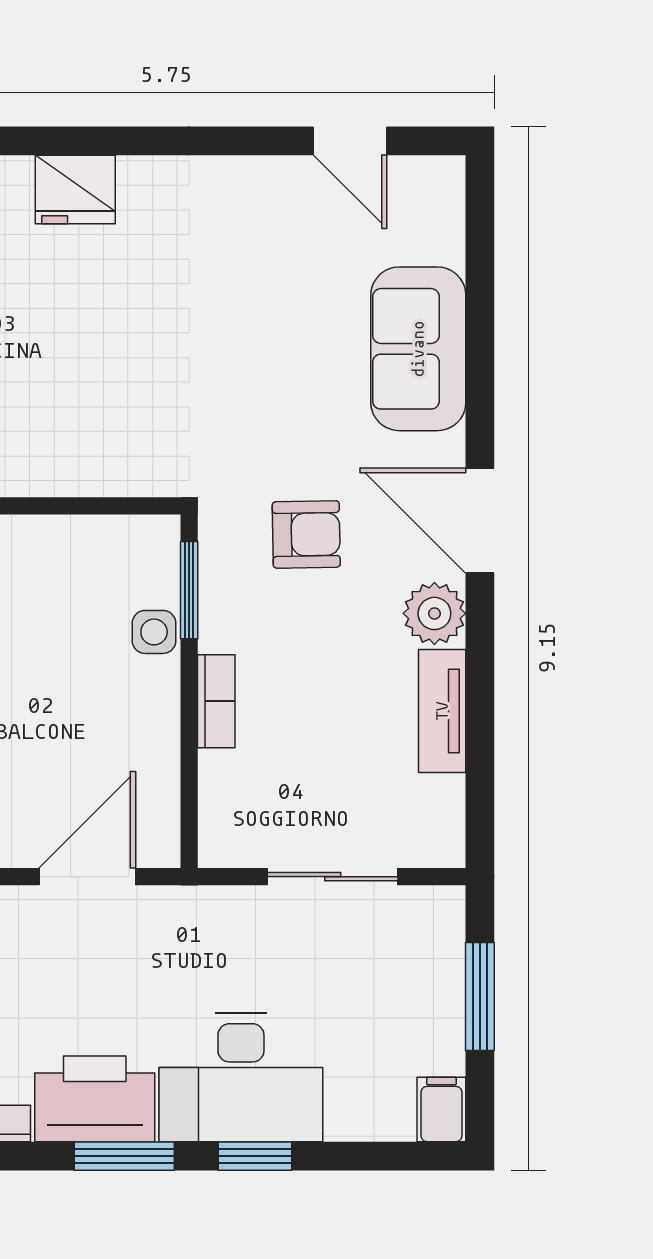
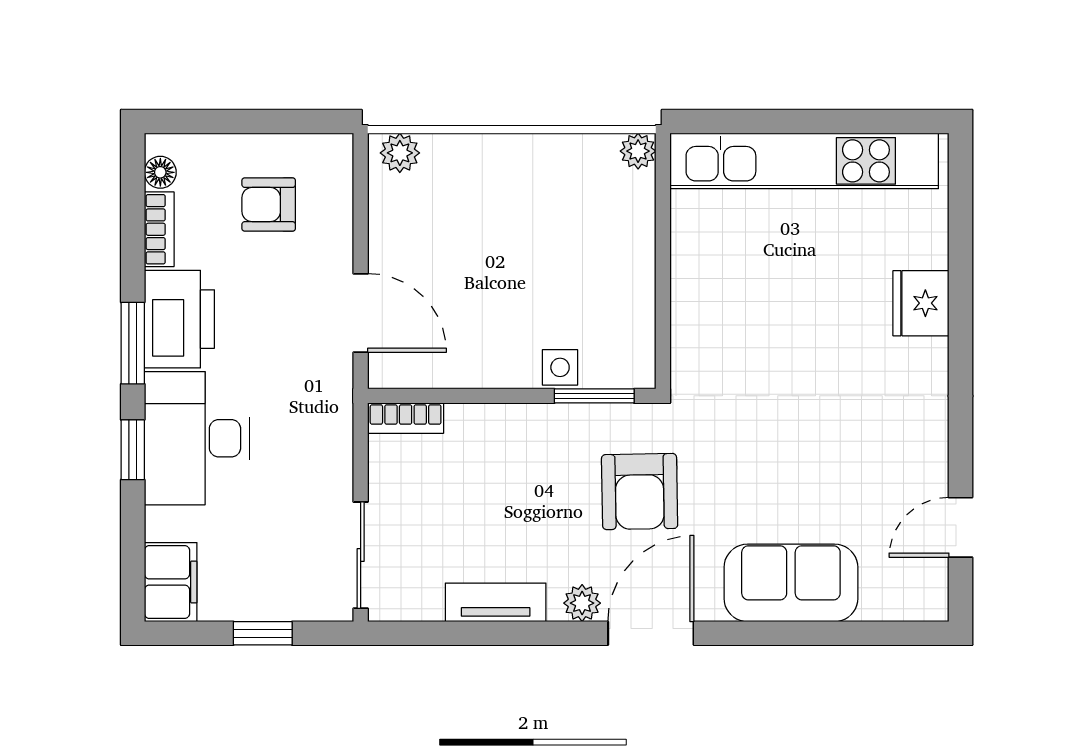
armchair: (306, 534) -> (640, 492), width x1.38, depth x1.38
plant: (434, 613) -> (582, 603), width x0.73, depth x0.73
bookcase: (216, 701) -> (406, 418), moved
sliding door: (333, 877) -> (361, 555), moved
window: (480, 997) -> (263, 633), width x0.67
filing cabinet: (441, 1109) -> (171, 582), width x2.00

